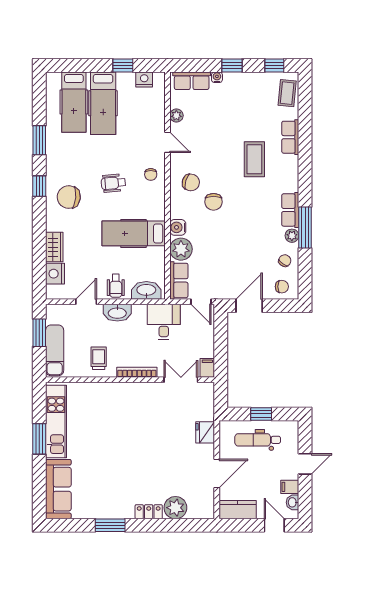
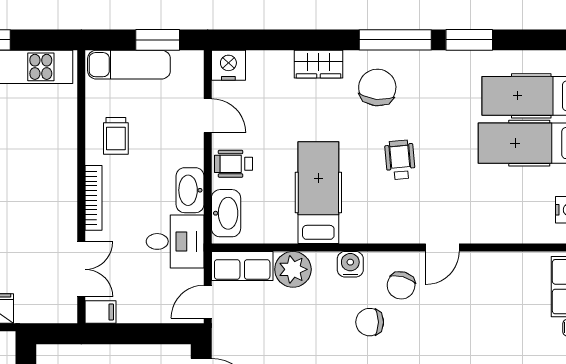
plant: (176, 116) -> (509, 262), removed
door: (167, 142) -> (442, 247), moved
chair: (151, 174) -> (414, 220), removed
window: (39, 186) -> (395, 40), width x2.17
water cooler: (178, 227) -> (350, 264), moved
wardrobe: (54, 247) -> (318, 64), moved
nightstand: (55, 274) -> (228, 65), moved
washbasin: (117, 313) -> (190, 190), moved
trolley: (99, 358) -> (116, 136), turned 90

